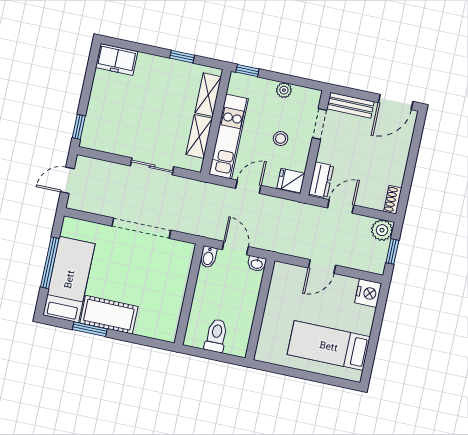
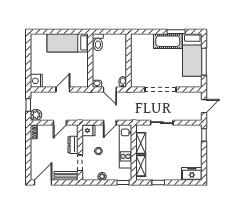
dresser: (321, 180) -> (73, 145), moved
toilet: (216, 336) -> (98, 42), moved
bed: (329, 346) -> (68, 43), moved, turned 180

